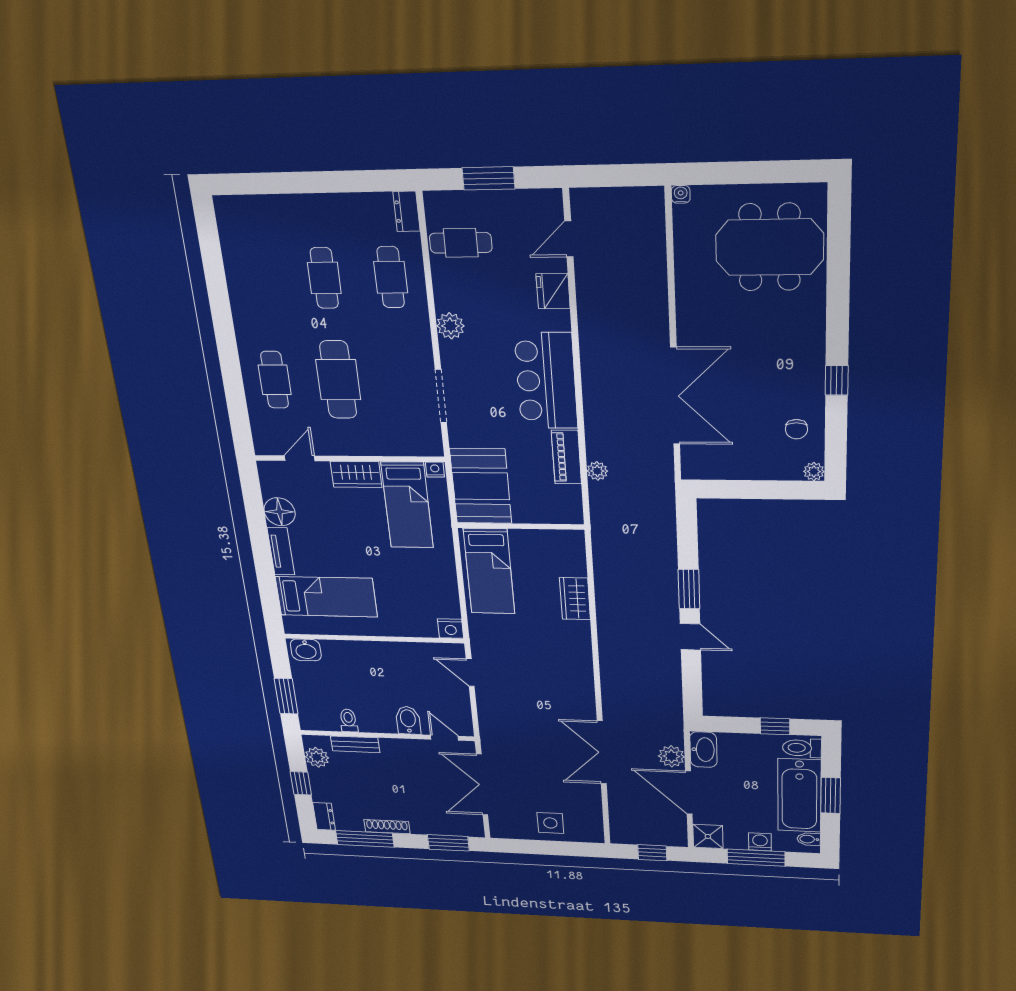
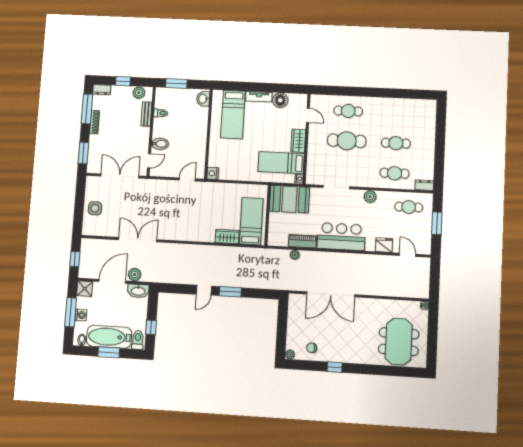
cafe table: (461, 243) -> (409, 207), turned 90
bed: (489, 571) -> (251, 221), moved, turned 90

